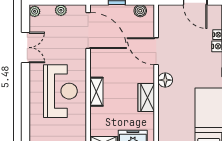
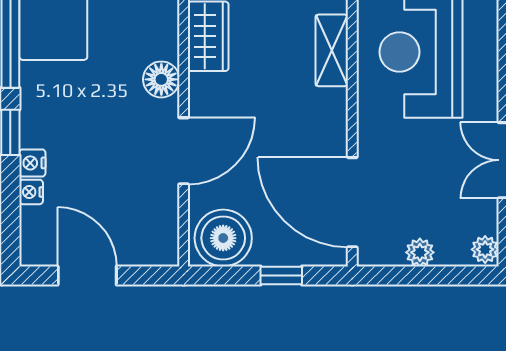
boiler: (140, 11) -> (223, 238), width x1.86, depth x1.86
door: (156, 51) -> (184, 151), hinge flipped

